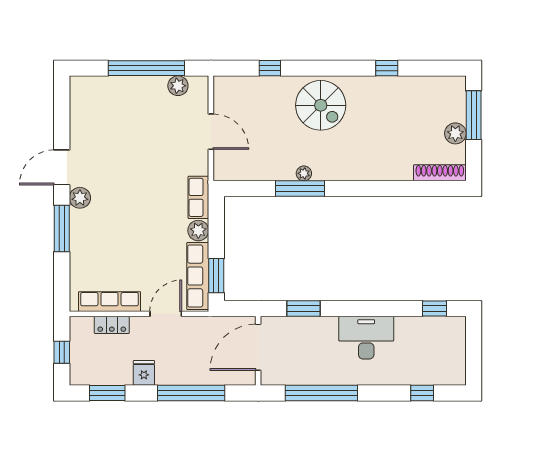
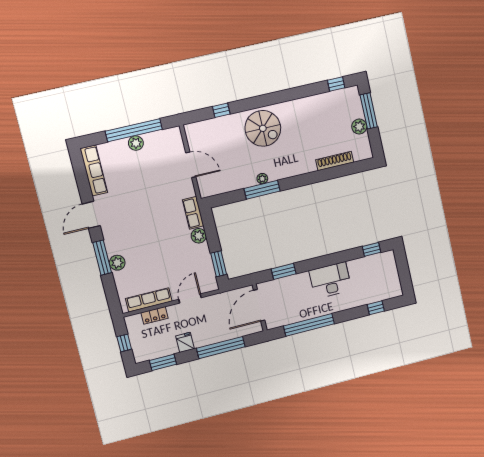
window: (387, 68) -> (336, 84), moved
plant: (178, 86) -> (136, 143), moved
shoe rack: (440, 173) -> (335, 161), moved
plant: (80, 198) -> (117, 263), moved
row of seats: (198, 276) -> (94, 171), moved, turned 180

